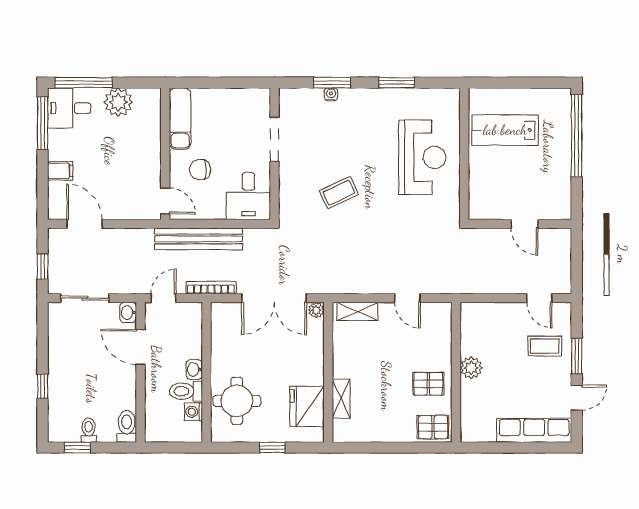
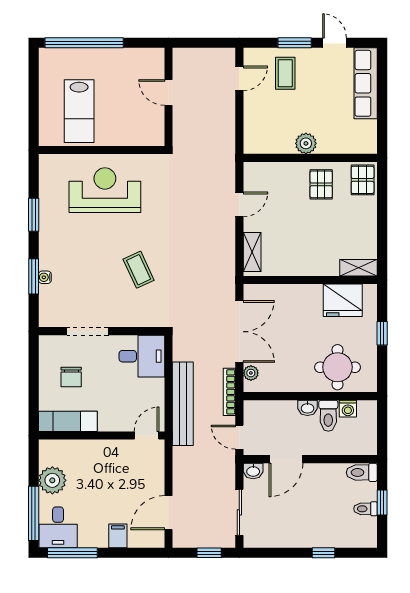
chair: (200, 170) -> (71, 377), moved
door: (524, 224) -> (168, 93), swing flipped
plant: (316, 310) -> (251, 373), moved
shelving: (341, 399) -> (359, 268), moved
window: (77, 448) -> (382, 503), moved

